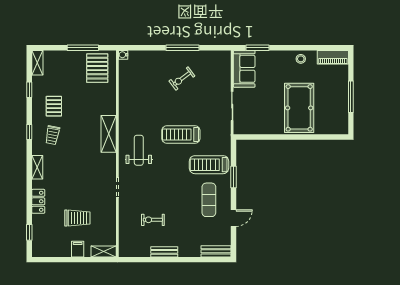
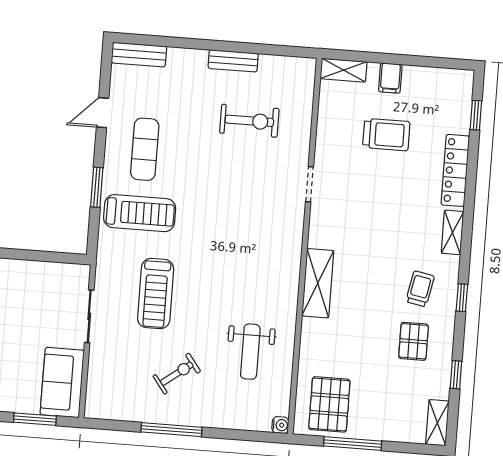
treadmill: (181, 134) -> (156, 294), moved, turned 90
weight bench: (139, 150) -> (250, 352), moved
locker: (38, 201) -> (455, 170), width x1.53
trolley: (77, 218) -> (386, 135), turned 180
exercise bike: (153, 220) -> (249, 121), width x1.38, depth x1.39

